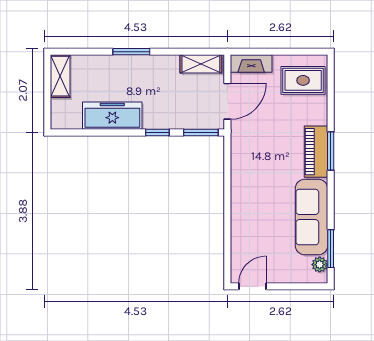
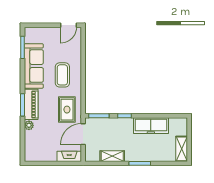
shelving: (201, 64) -> (112, 156), moved
rug: (303, 80) -> (67, 110), moved, turned 90
coffee table: (263, 202) -> (62, 75), added
plant: (320, 265) -> (29, 125), moved

